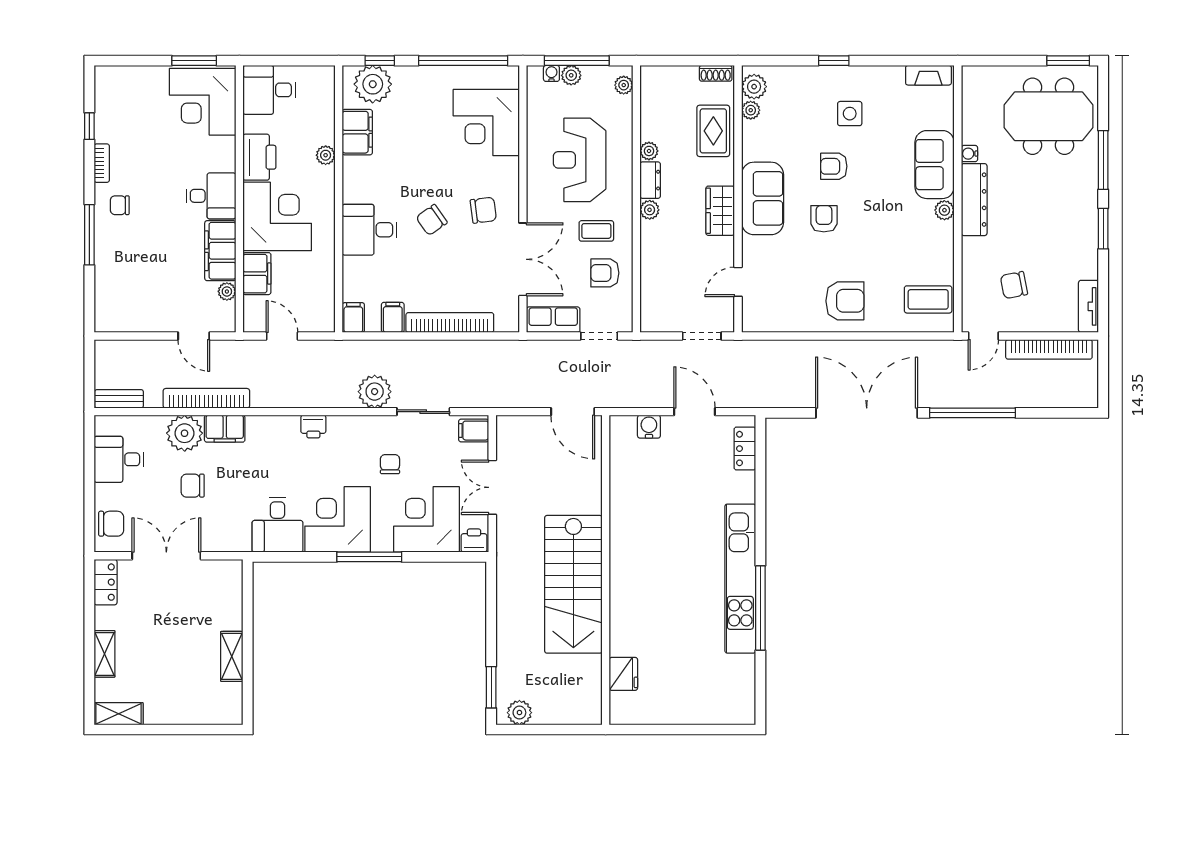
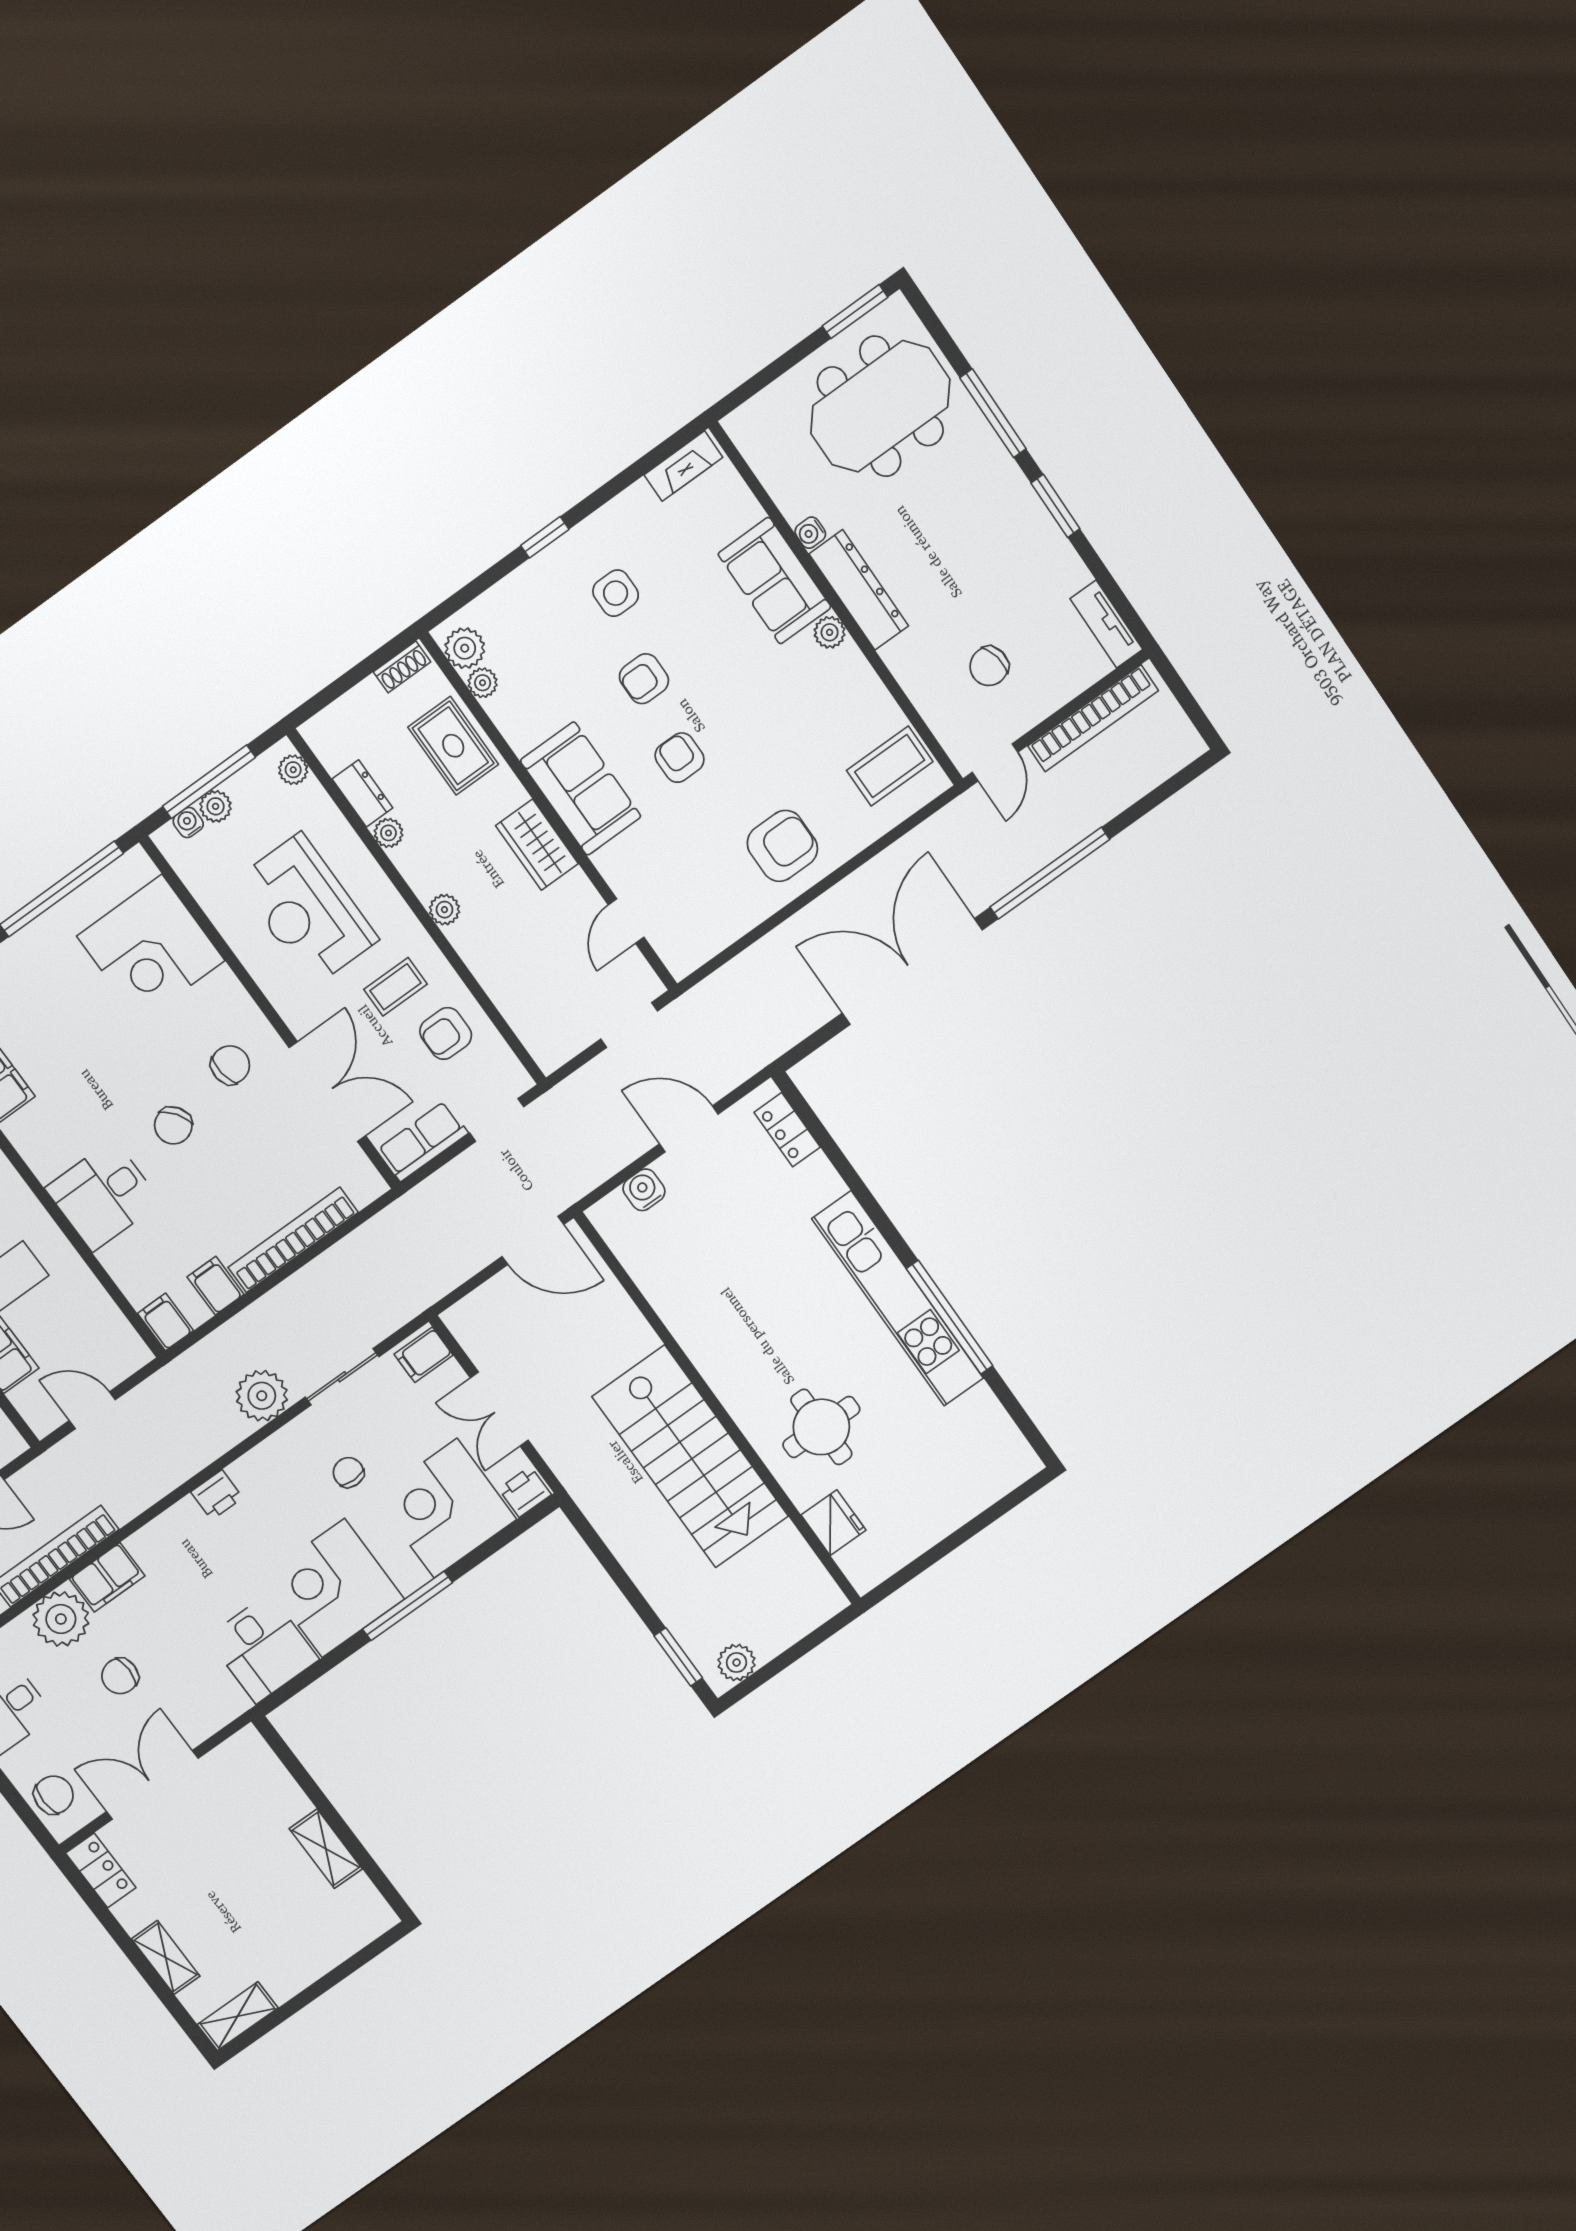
dresser: (650, 180) -> (362, 793), moved
round table: (653, 618) -> (821, 1427), added

